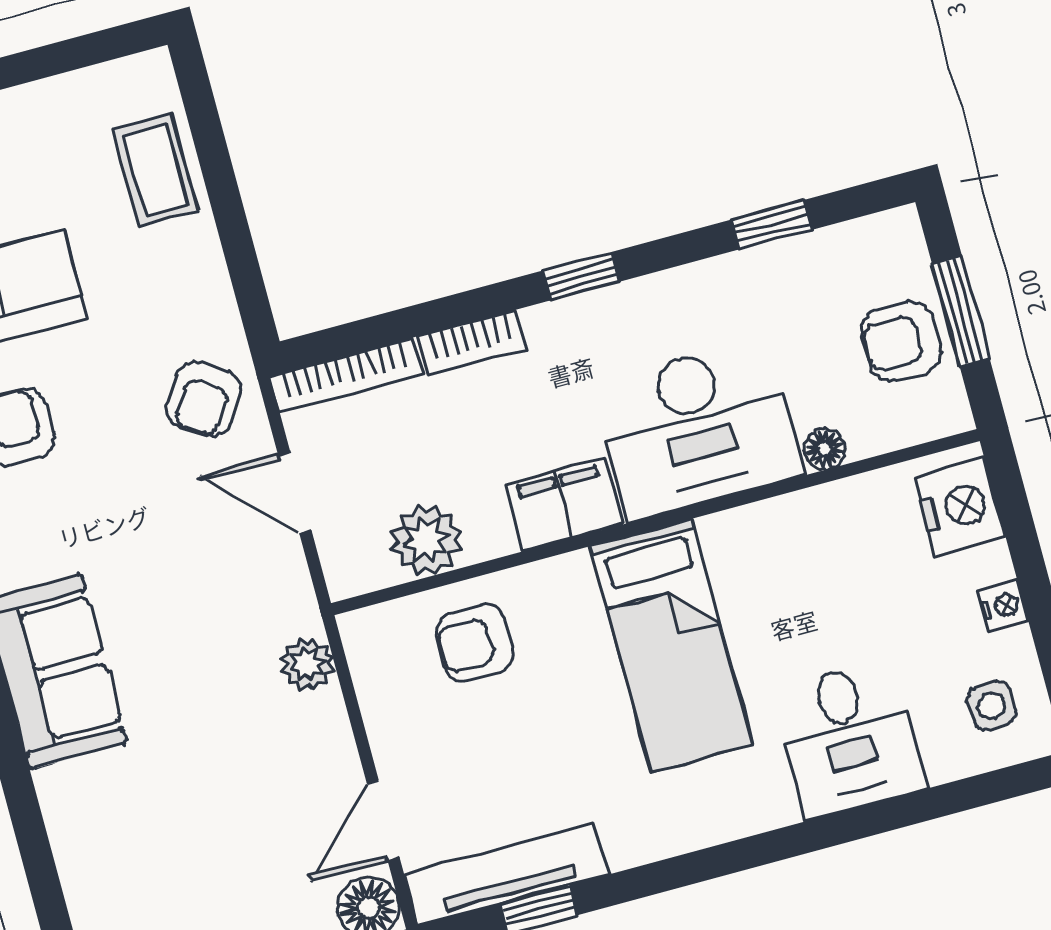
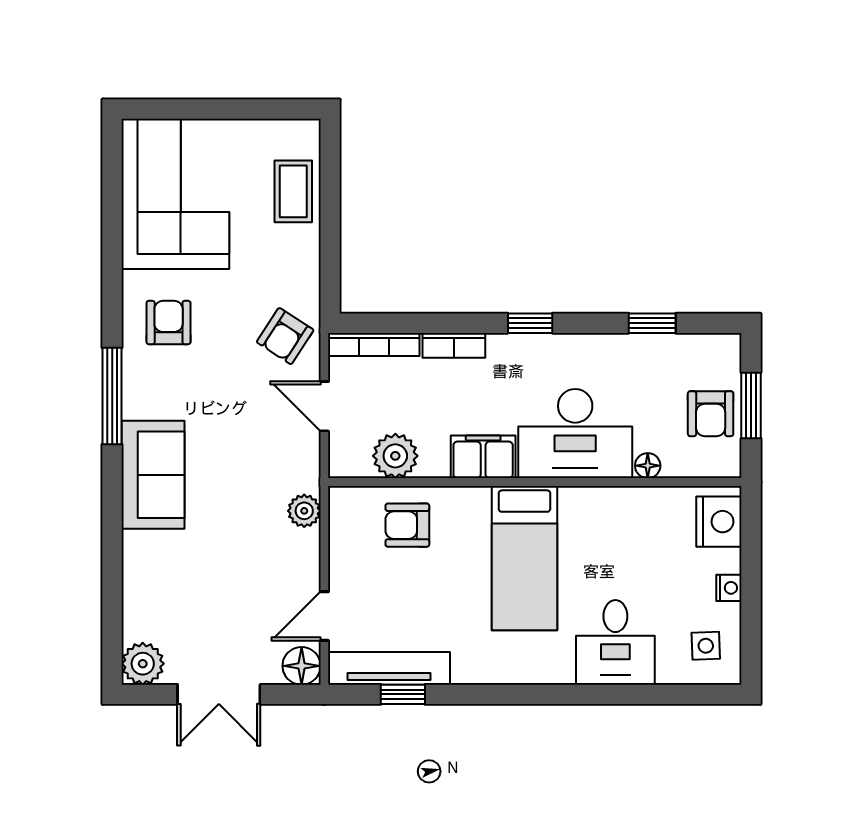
armchair: (901, 341) -> (711, 414), turned -90

